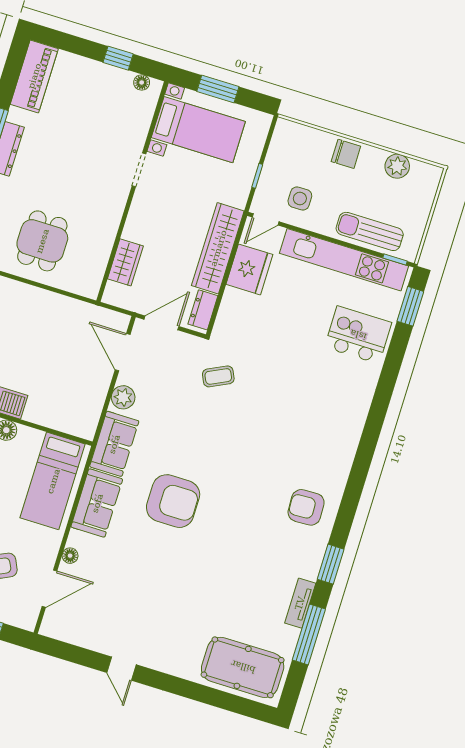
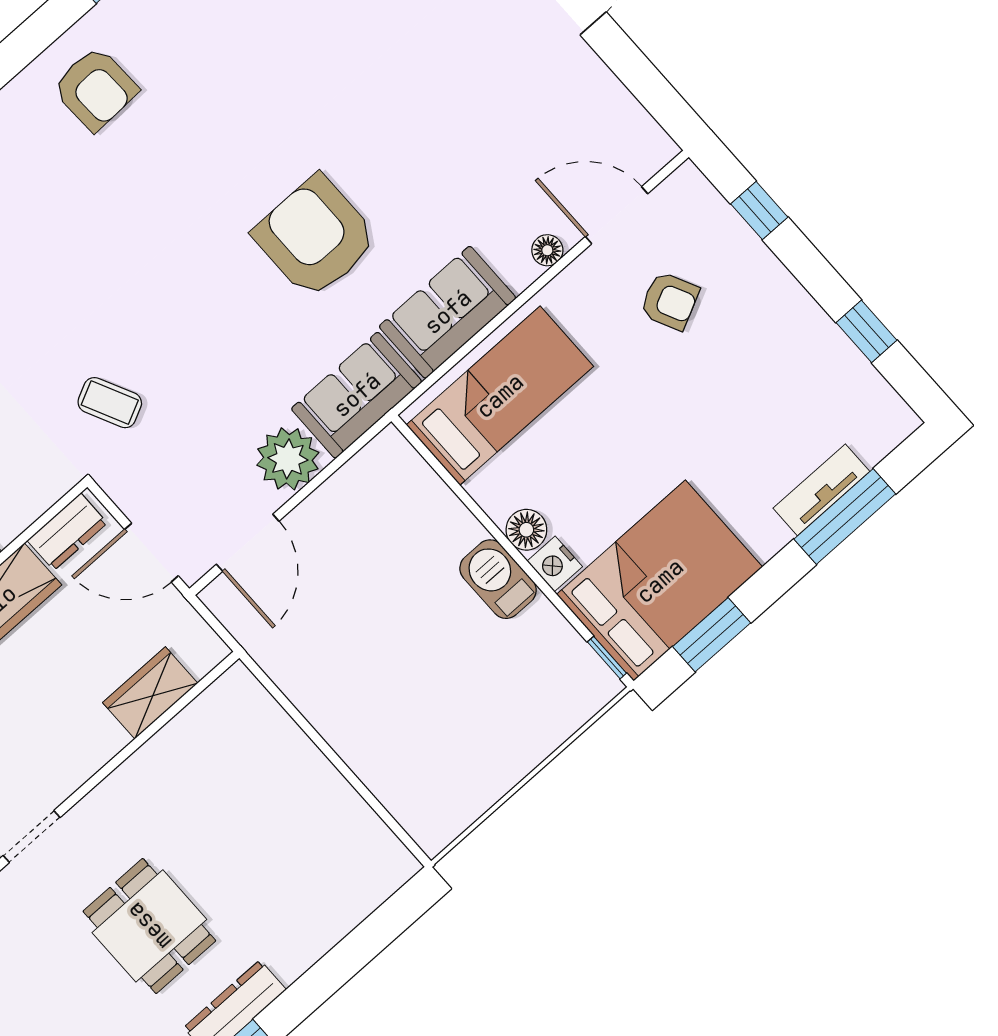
dining table: (42, 241) -> (149, 926), moved, turned 90
plant: (123, 397) -> (288, 459), width x1.36, depth x1.36

